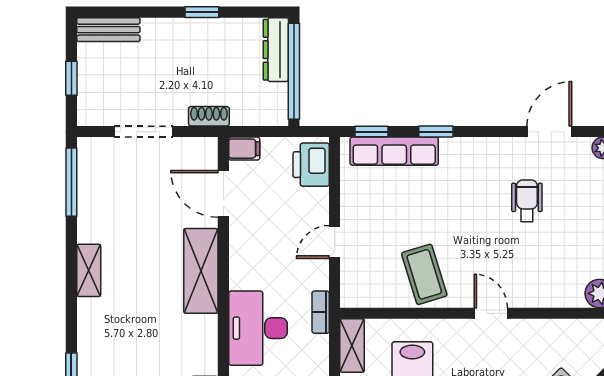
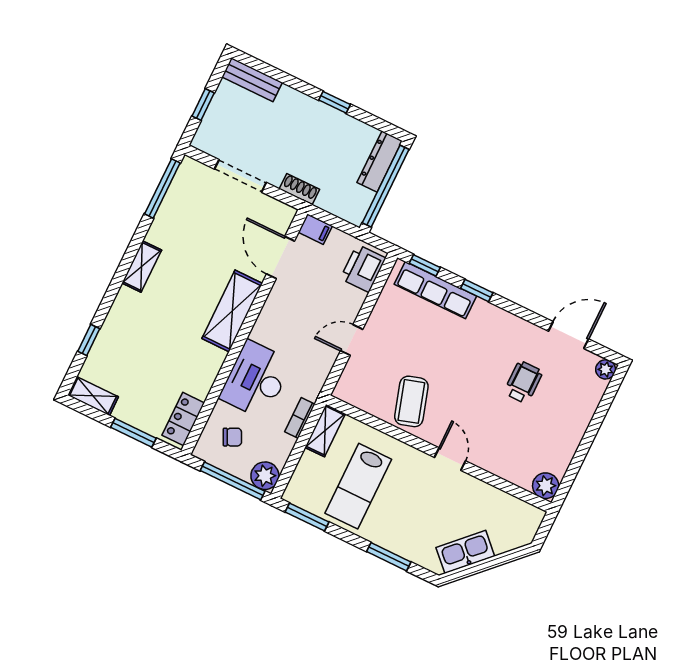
bookcase: (321, 312) -> (300, 418), moved

